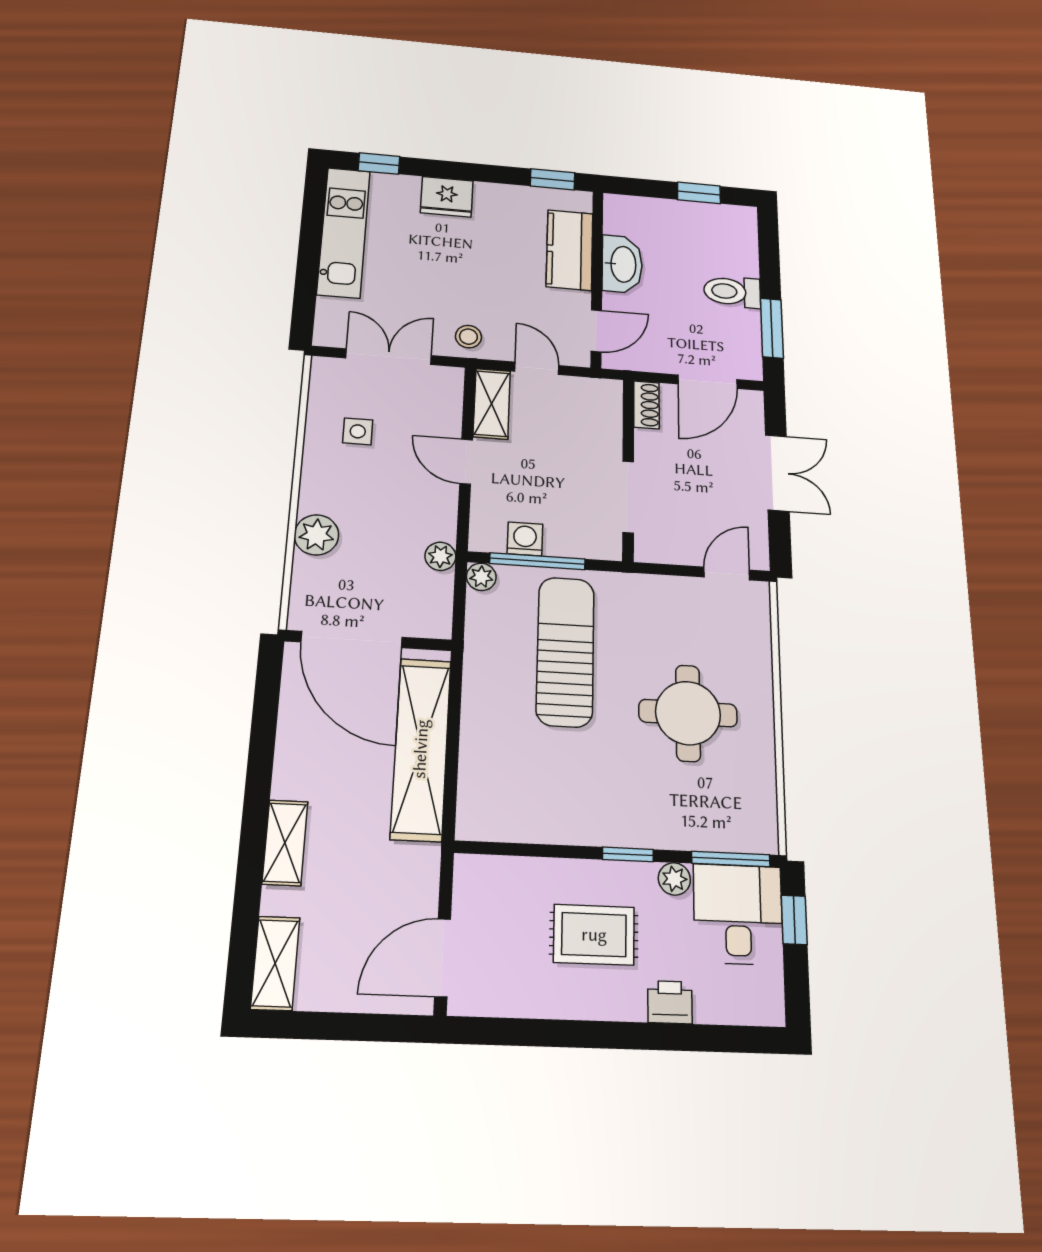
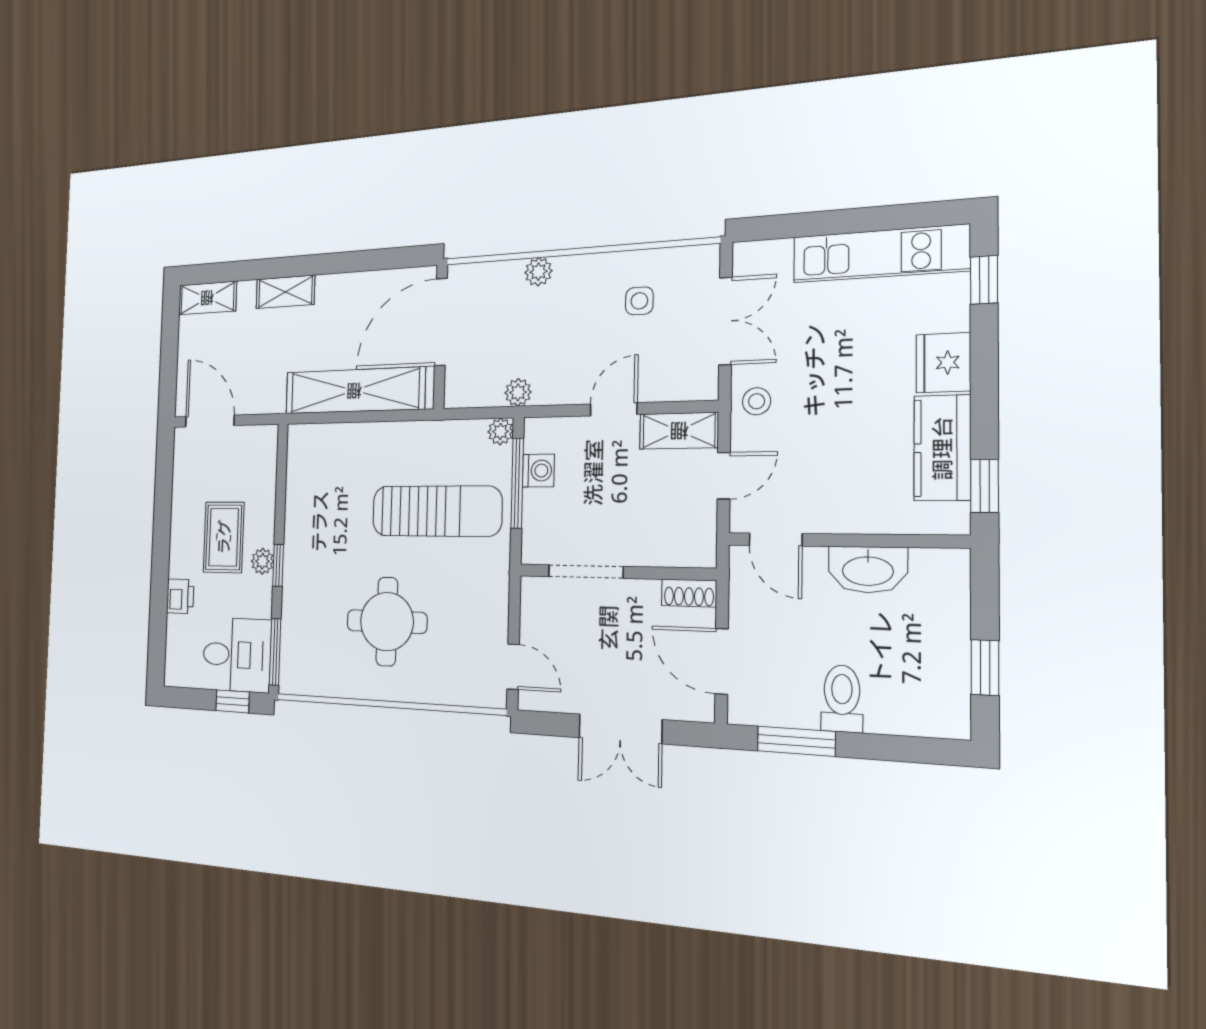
kitchen counter: (570, 250) -> (942, 448), moved, turned -90
plant: (316, 535) -> (538, 272), width x0.73, depth x0.73
plant: (674, 879) -> (262, 561), moved

